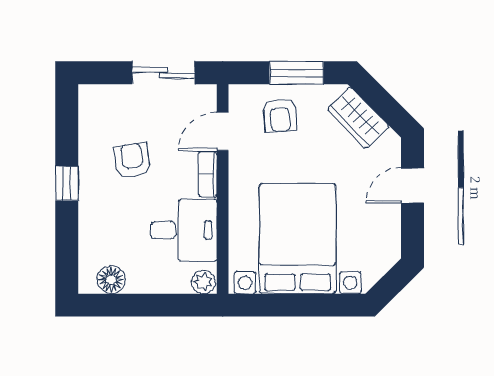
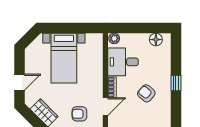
armchair: (280, 115) -> (79, 114), turned -86
armchair: (132, 161) -> (146, 93), turned 137
bed with nightstands: (298, 239) -> (64, 58), width x0.73

